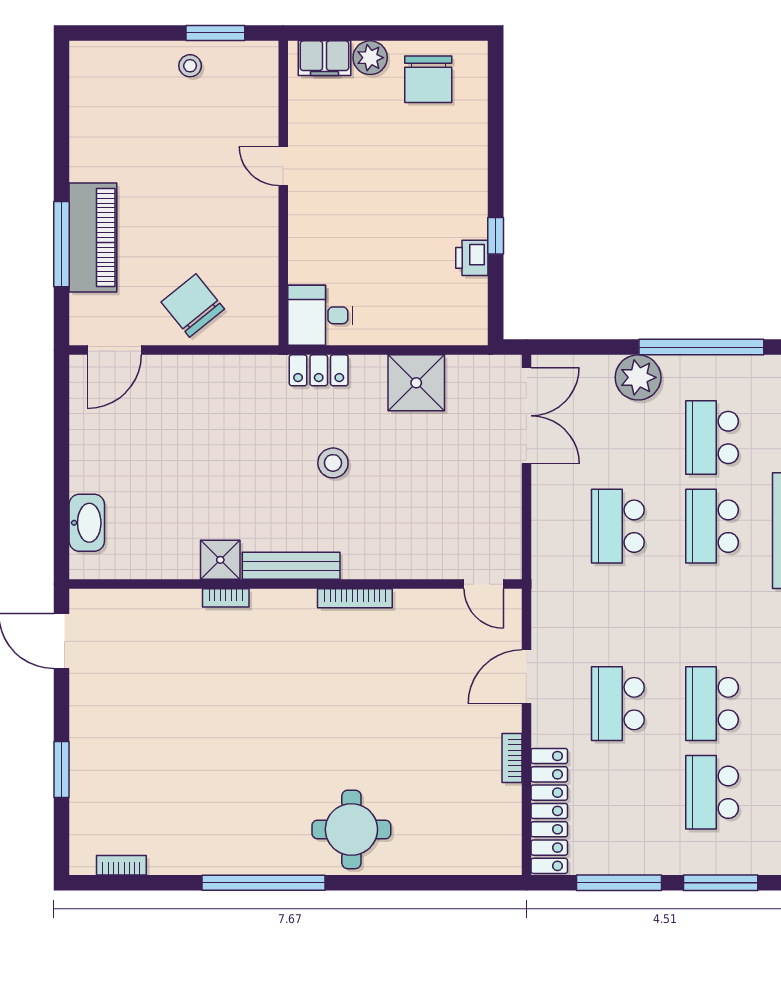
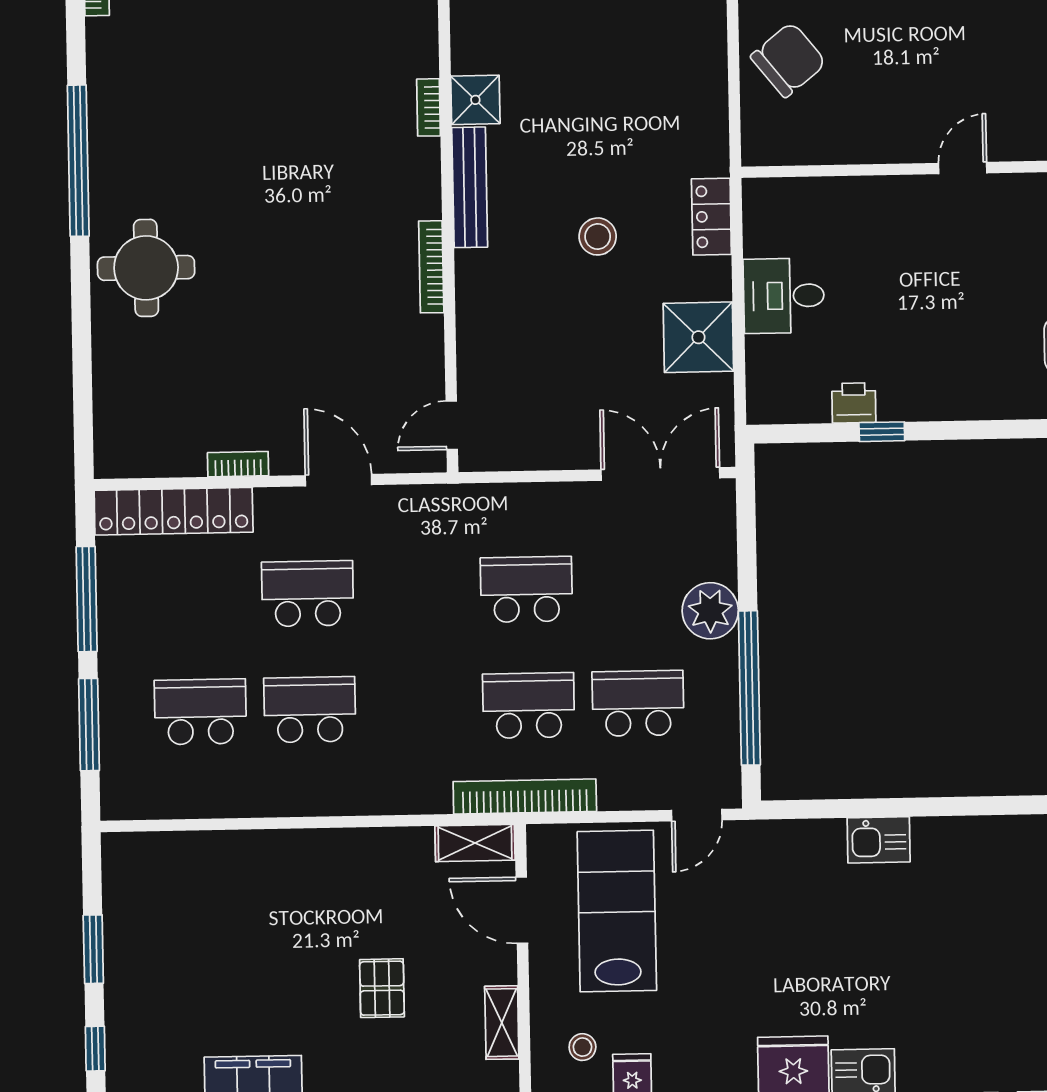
desk: (320, 315) -> (784, 296), moved, turned -90
double door: (526, 416) -> (660, 474), swing flipped

